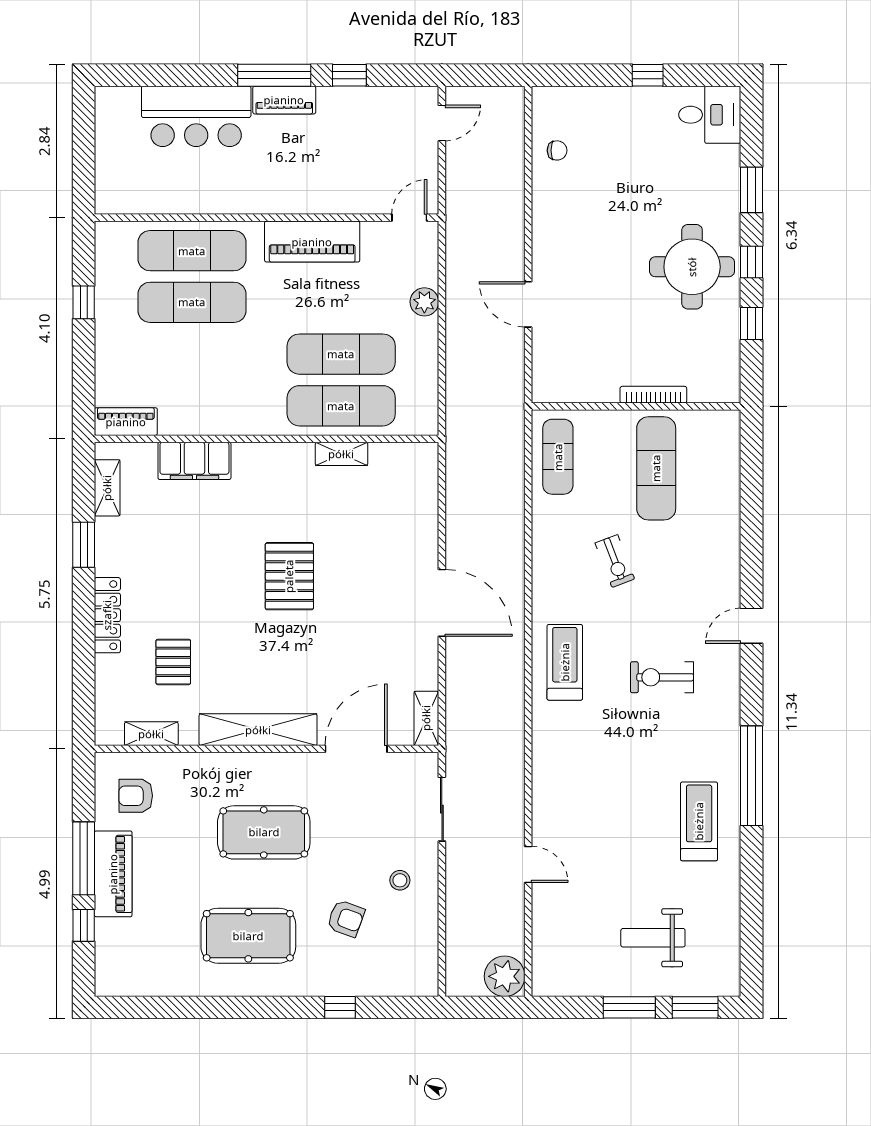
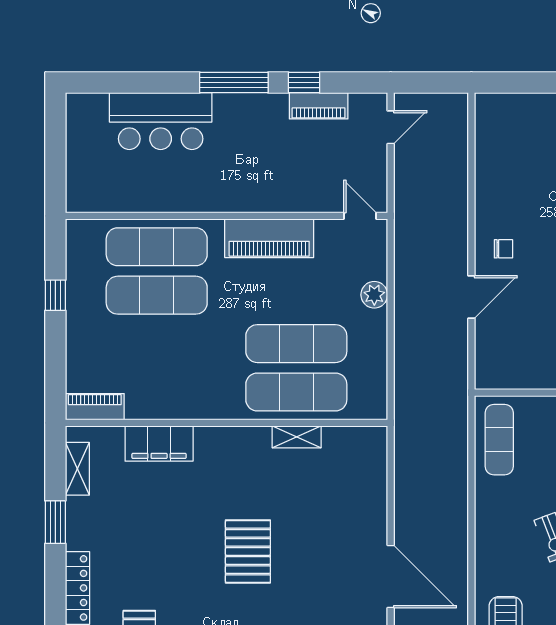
piano: (284, 100) -> (319, 106), moved
chair: (557, 150) -> (503, 249), moved
door: (409, 218) -> (360, 216), hinge flipped
door: (528, 304) -> (471, 297), swing flipped

